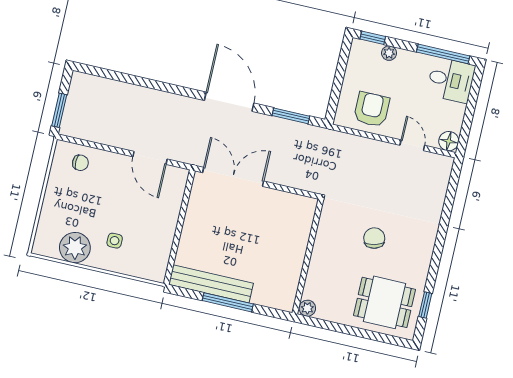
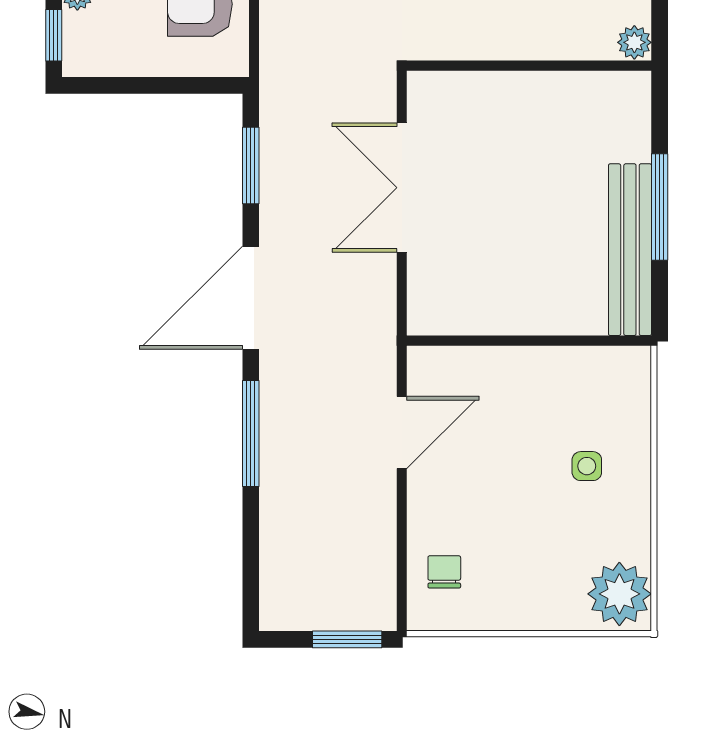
window: (166, 87) -> (251, 433), added
double door: (233, 177) -> (402, 188), moved
plant: (75, 248) -> (619, 594), moved

